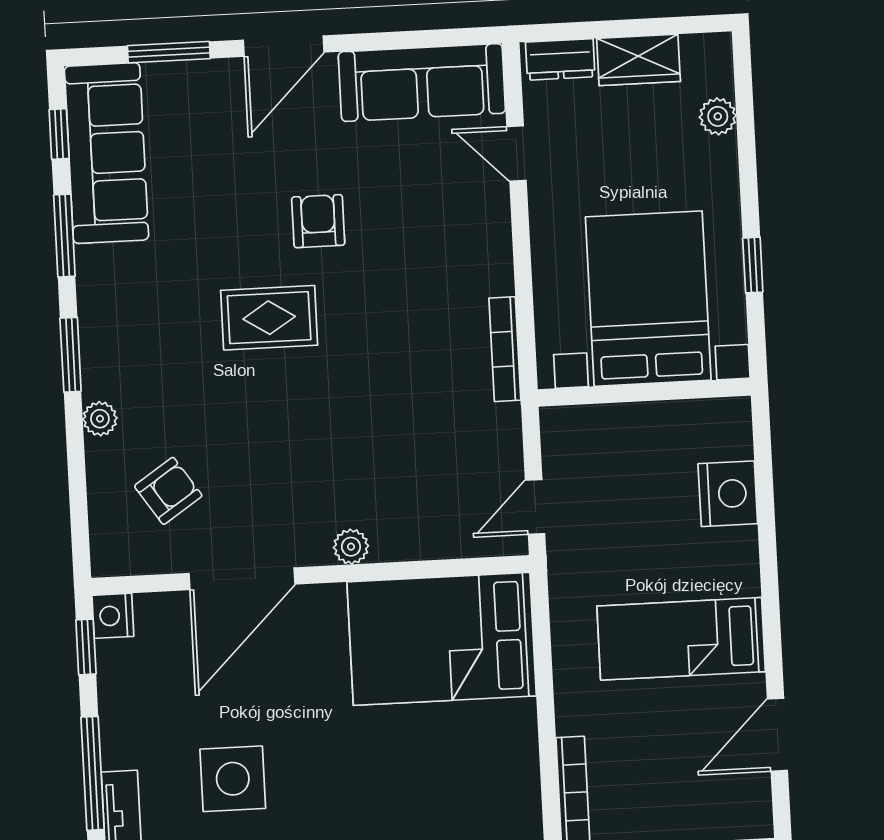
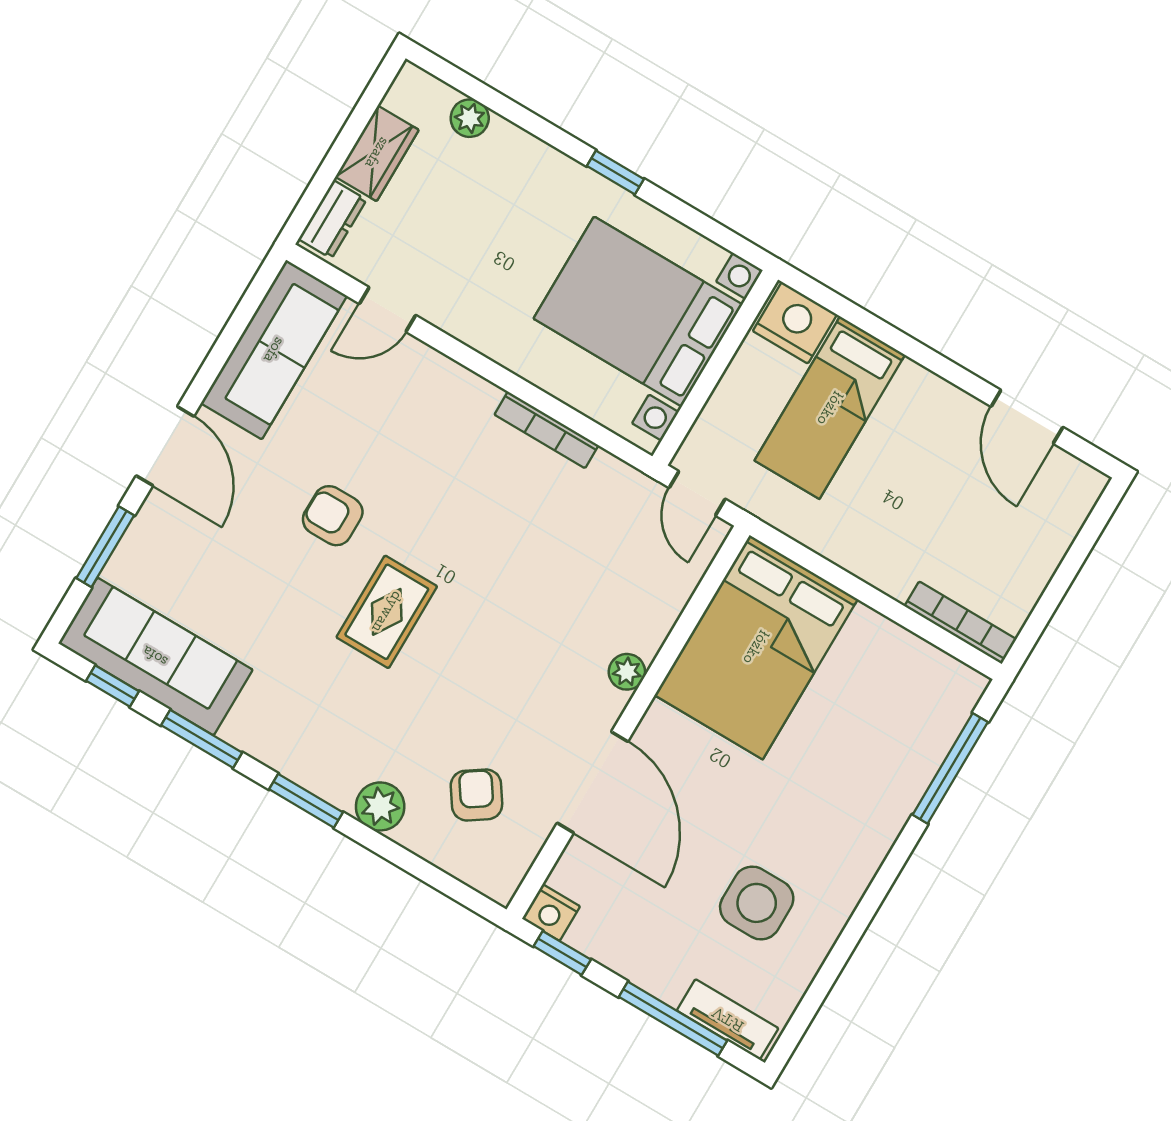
bed with nightstands: (648, 299) -> (638, 312), moved
wall: (644, 392) -> (715, 368), moved
plant: (100, 419) -> (380, 806), width x1.38, depth x1.38
bed: (681, 639) -> (830, 408), moved

